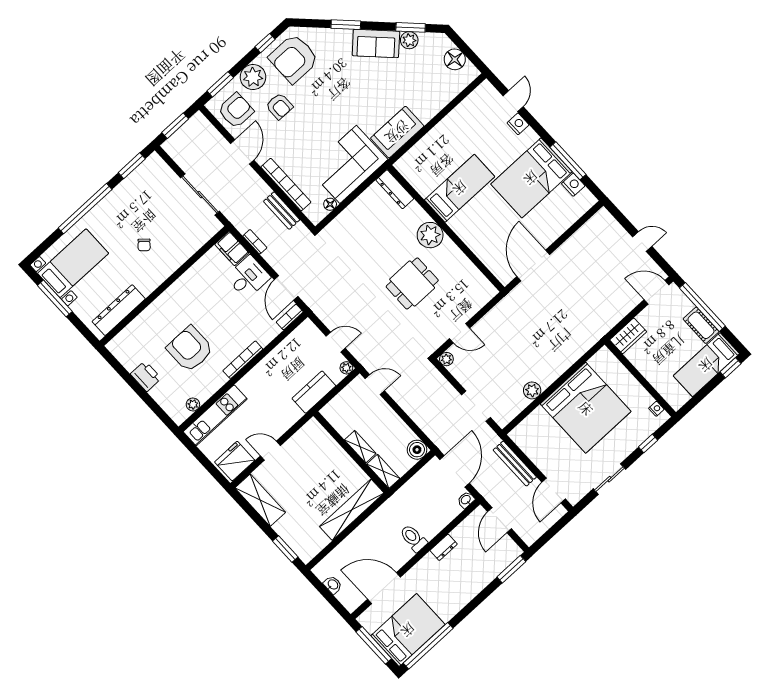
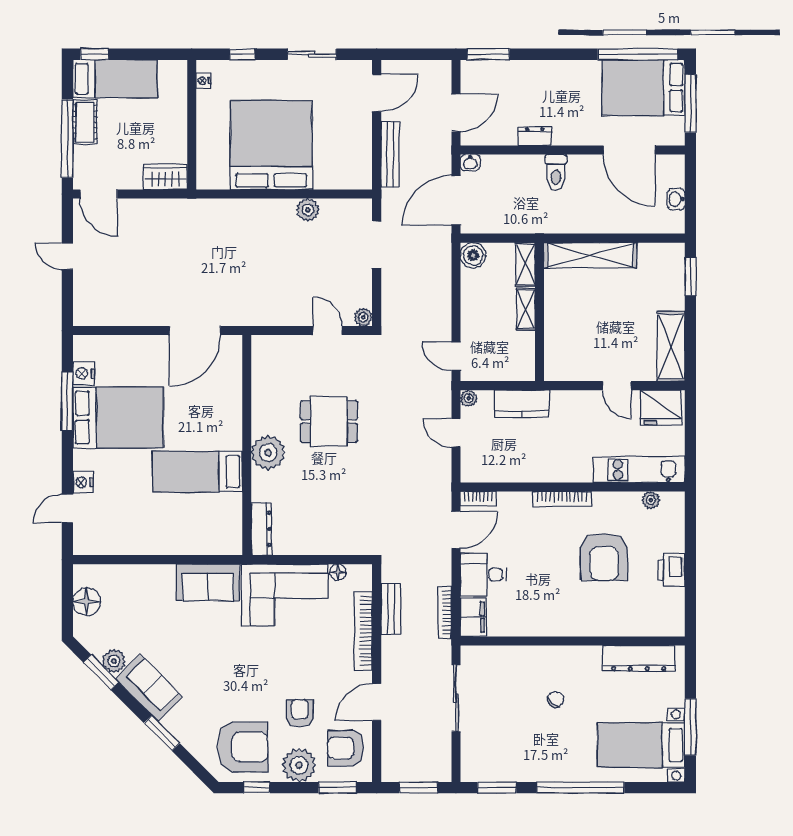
bookcase: (255, 242) -> (445, 612), width x1.56

